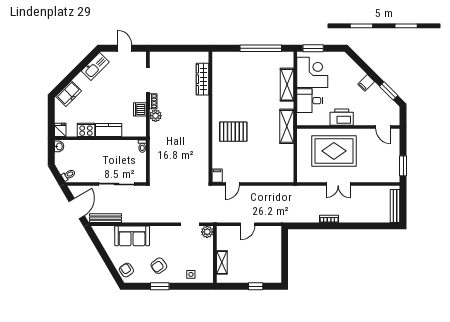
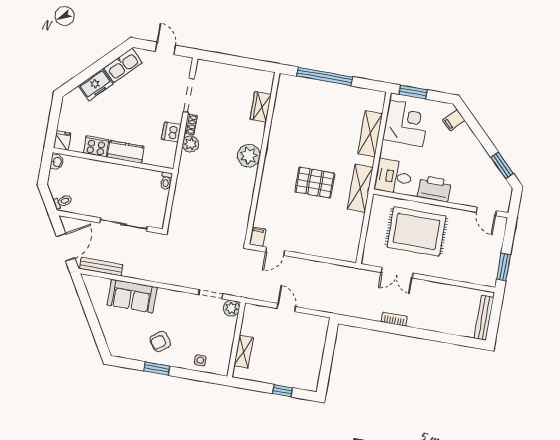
window: (261, 48) -> (325, 76), moved
wardrobe: (203, 79) -> (261, 107), width x0.67
filing cabinet: (366, 83) -> (454, 120), moved
freezer: (69, 94) -> (96, 85), moved
desk: (310, 101) -> (393, 177), moved
plant: (200, 117) -> (249, 156), added
pallet: (233, 132) -> (315, 183), moved
double door: (338, 184) -> (397, 273), moved
door: (248, 224) -> (286, 308), swing flipped
armchair: (126, 270) -> (117, 340), removed

